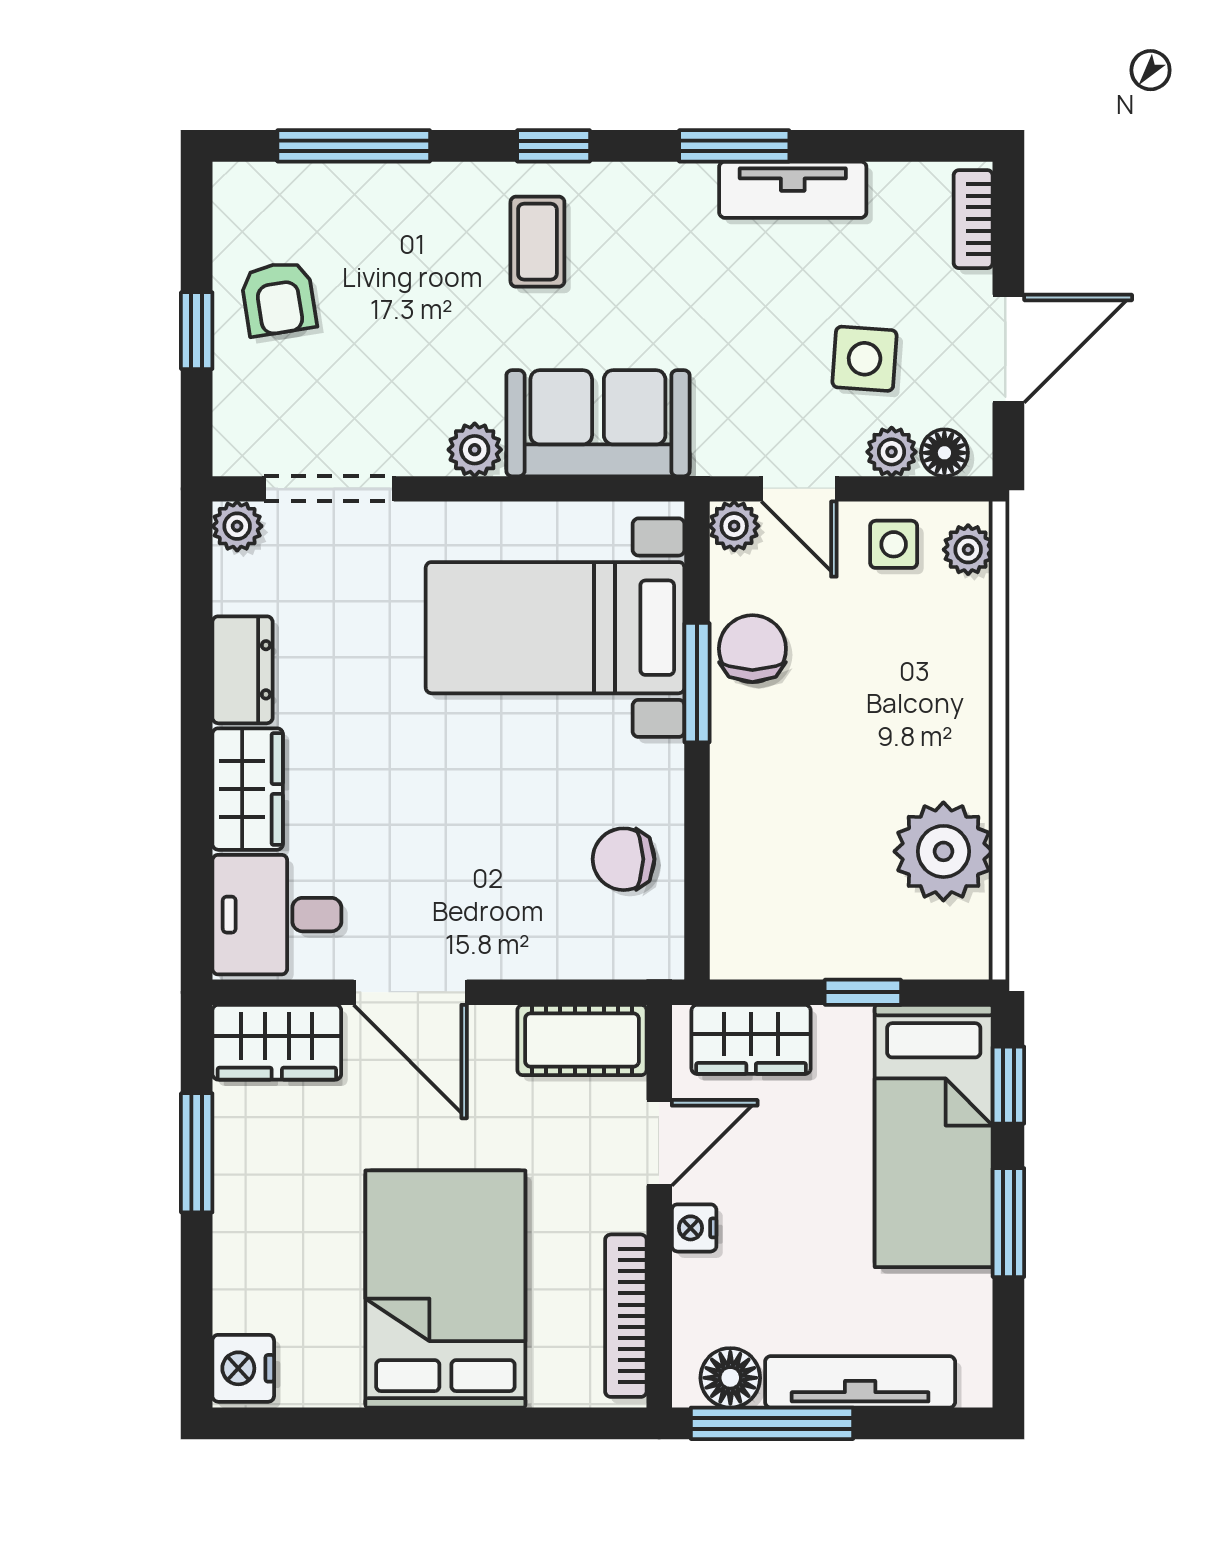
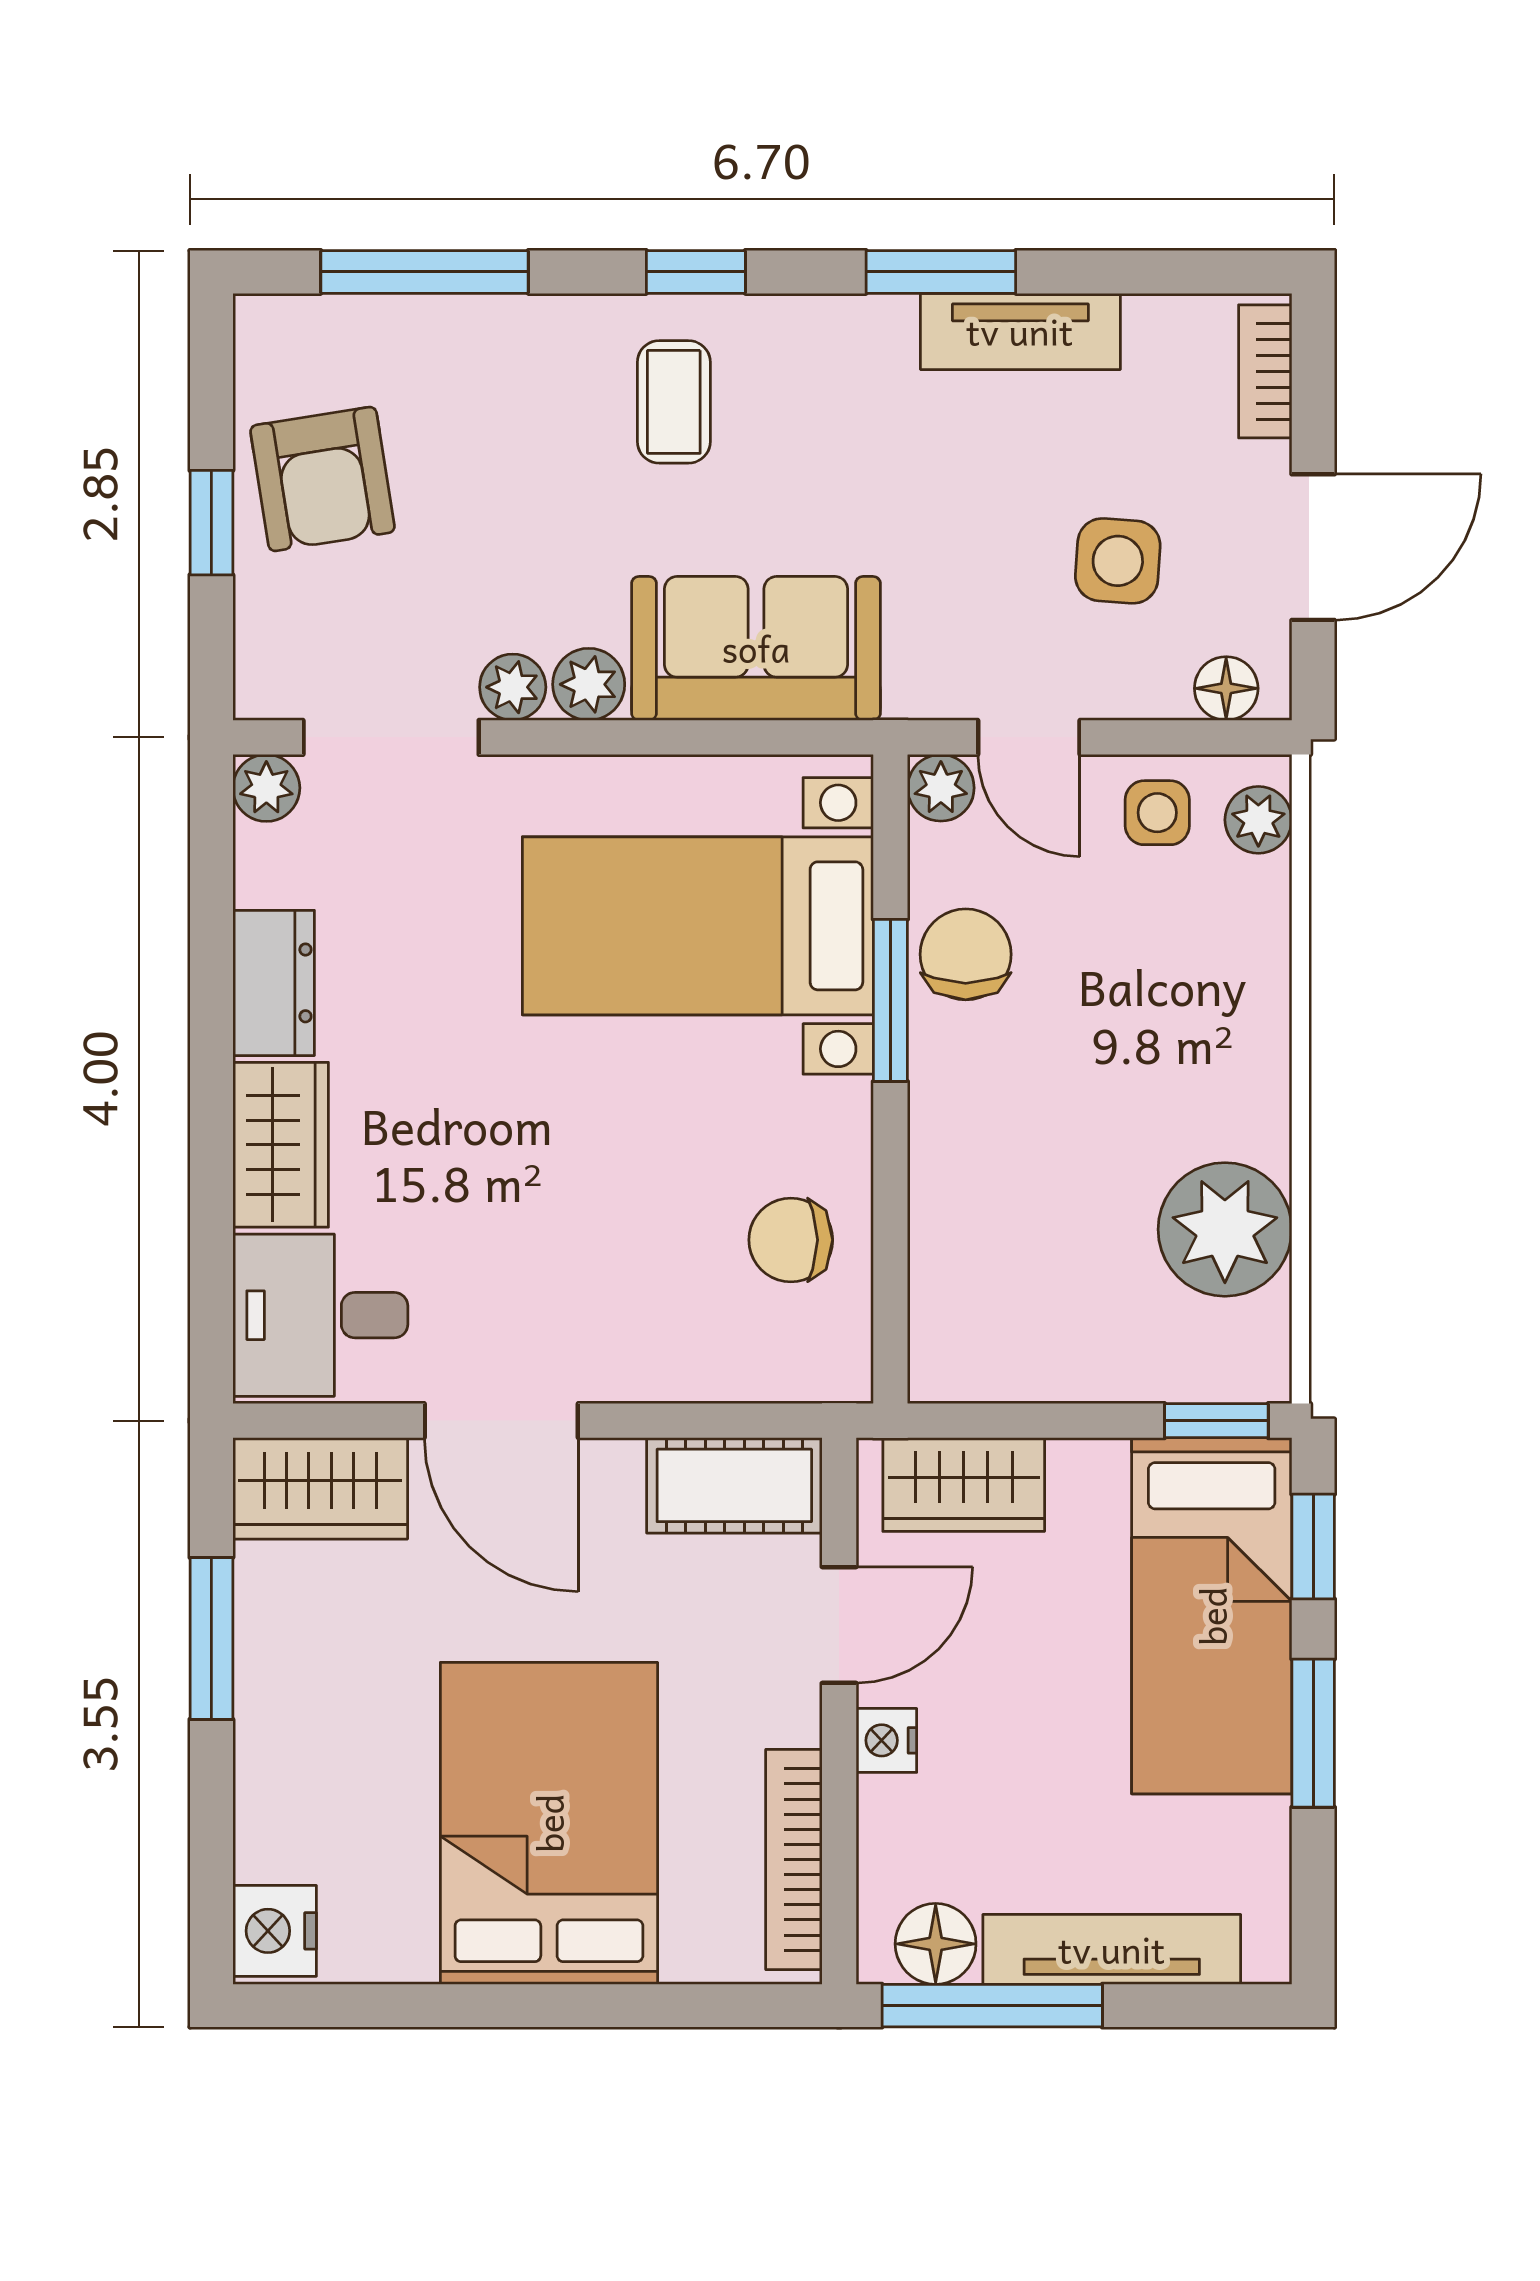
armchair: (278, 298) -> (322, 479), width x1.38, depth x1.38
plant: (892, 452) -> (513, 687), moved
window: (863, 992) -> (1216, 1421), moved

